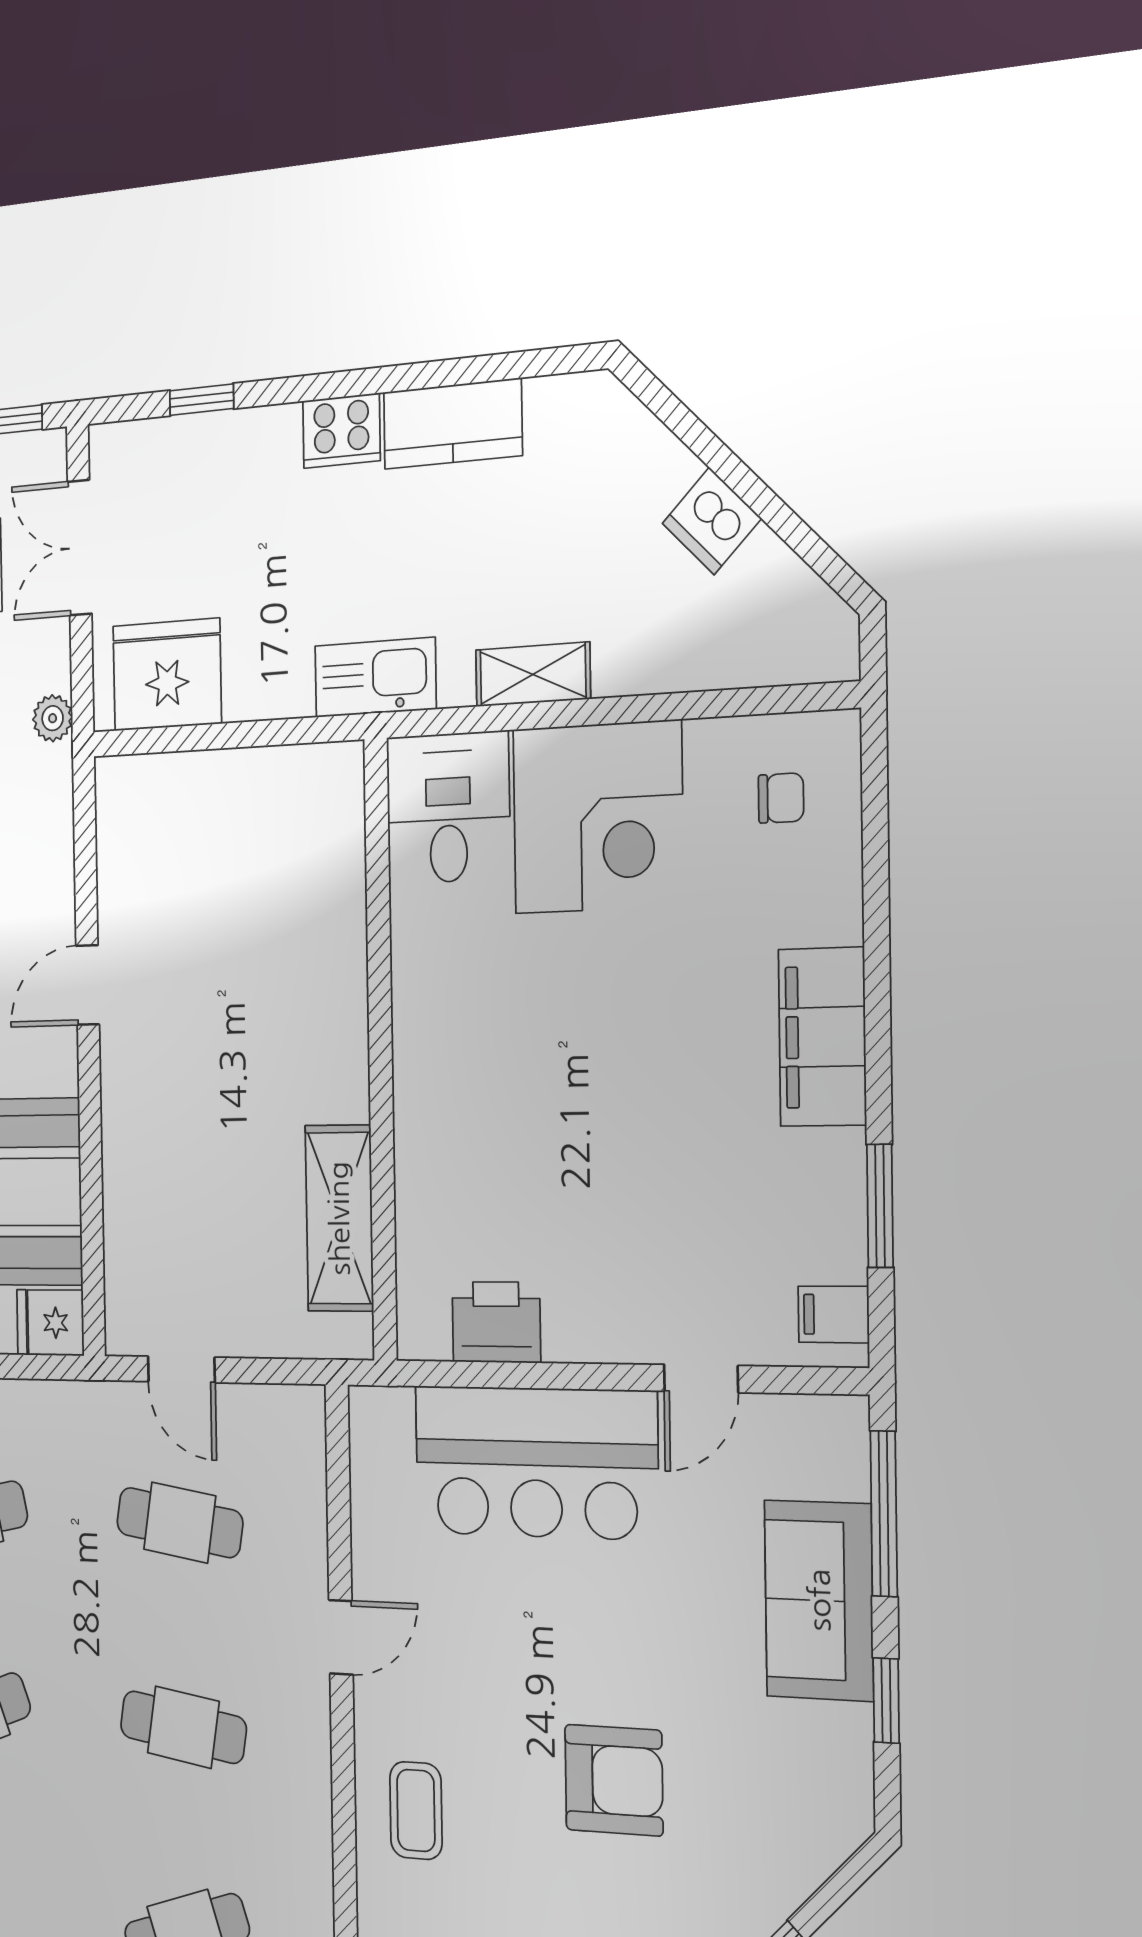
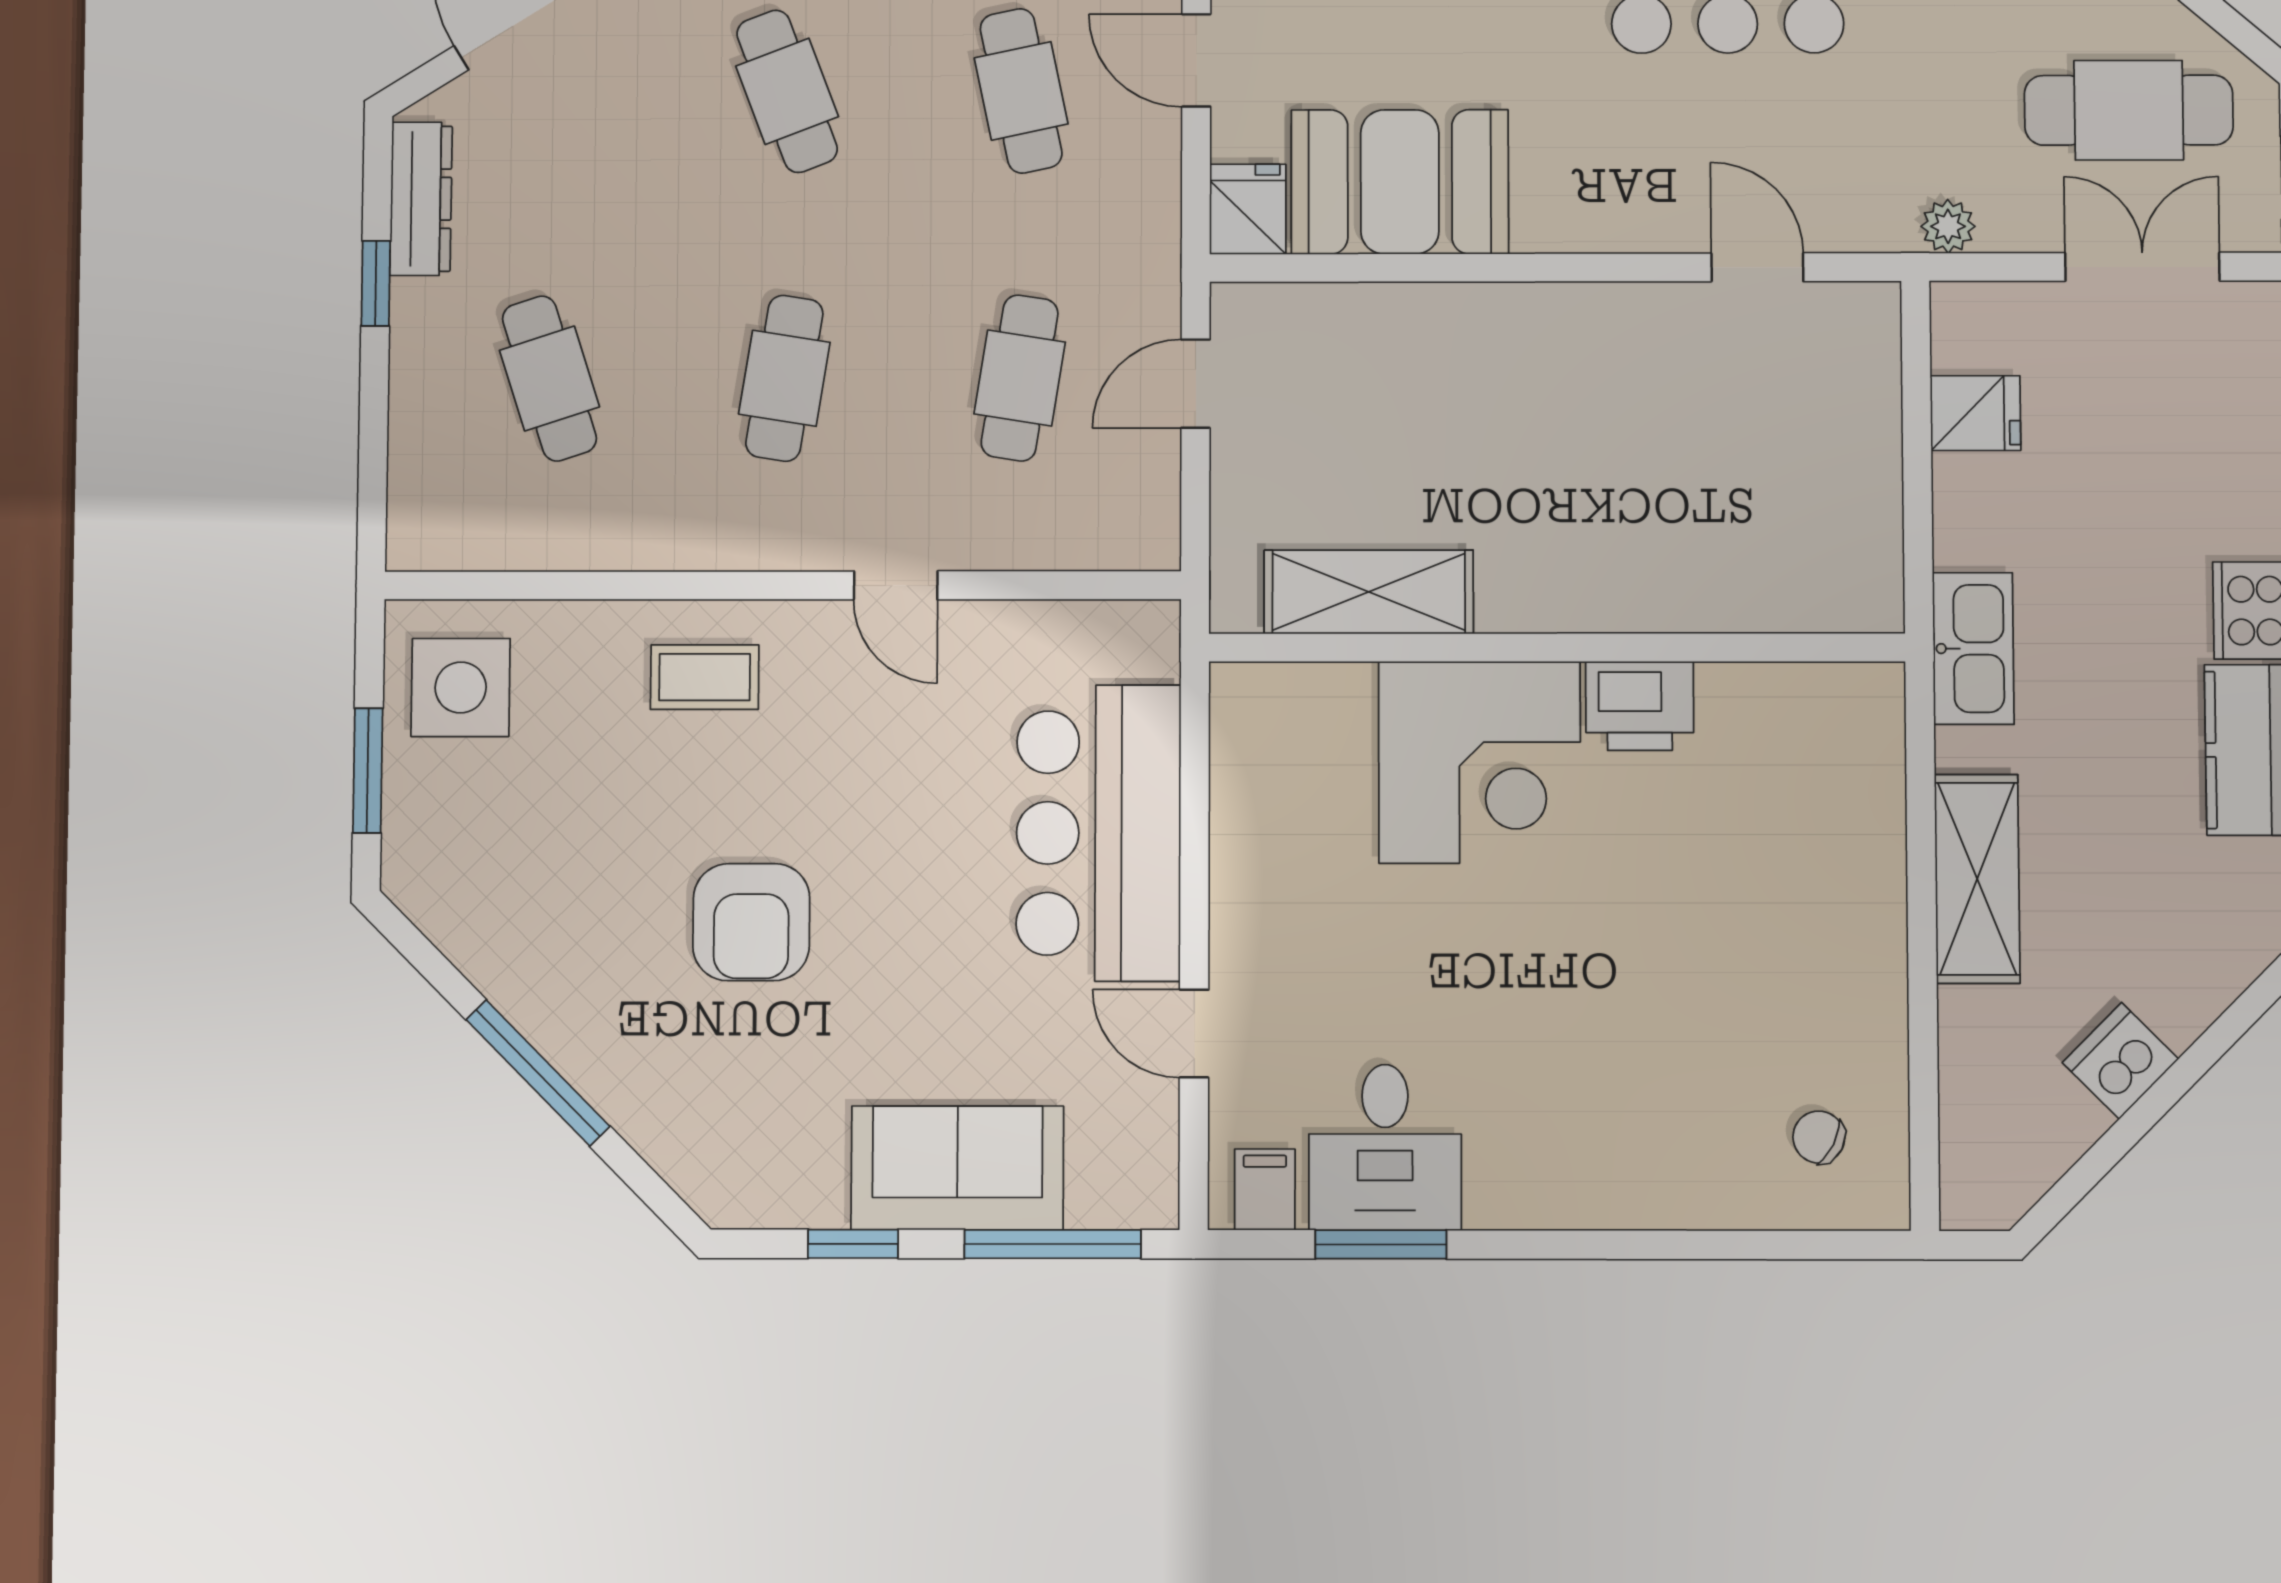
shelving: (533, 674) -> (1977, 879), width x1.50, depth x1.33
fridge: (167, 675) -> (1975, 413), width x0.53, depth x0.75
chair: (781, 798) -> (1819, 1137), turned 117
desk: (448, 808) -> (1385, 1147), moved, turned 90
corner desk: (598, 817) -> (1480, 762), moved, turned -90
door: (88, 985) -> (1757, 267), moved
filing cabinet: (822, 1037) -> (1562, 1181), removed
printer: (496, 1322) -> (1640, 706), moved, turned 90

